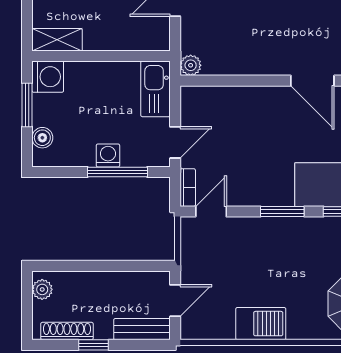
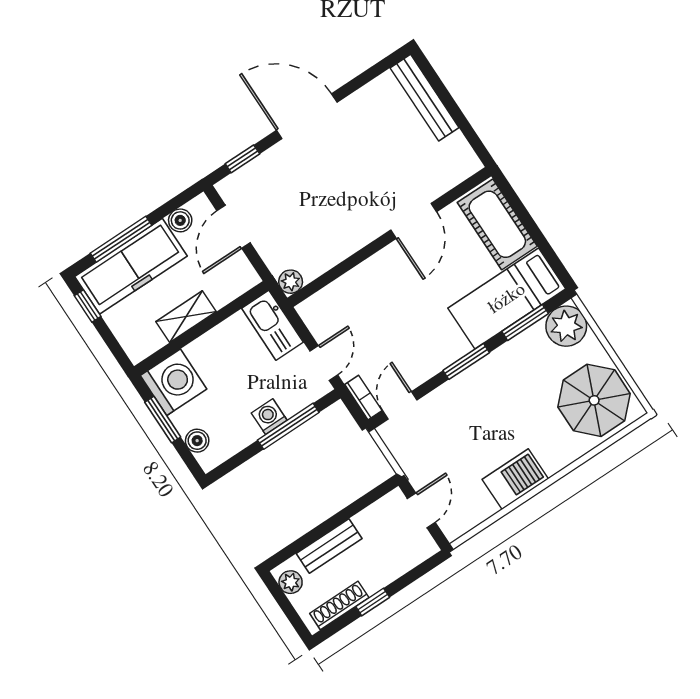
shelving: (57, 40) -> (186, 317), moved
washing machine: (48, 77) -> (174, 382), width x1.37, depth x1.37
door: (312, 81) -> (414, 221), hinge flipped
bench: (142, 329) -> (329, 546), moved

